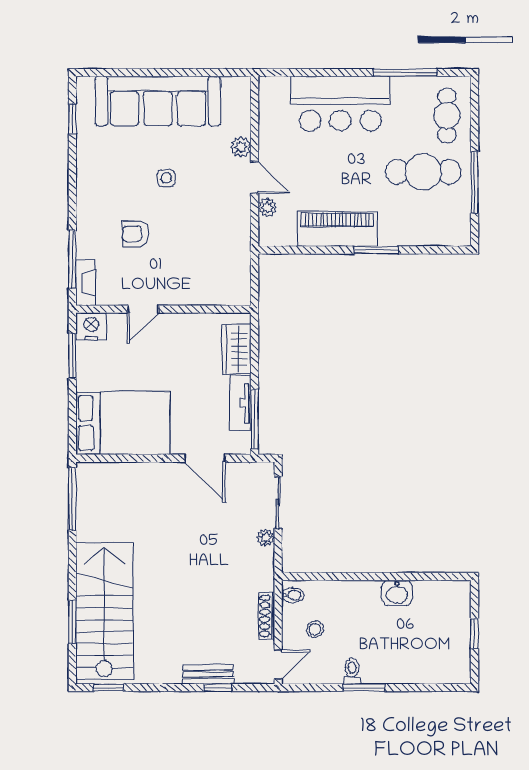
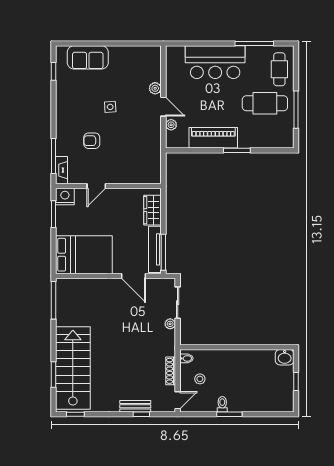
sofa: (158, 101) -> (88, 57), width x0.54, depth x0.79
tv unit: (241, 403) -> (155, 249), width x1.41
washbasin: (397, 593) -> (285, 357), moved

